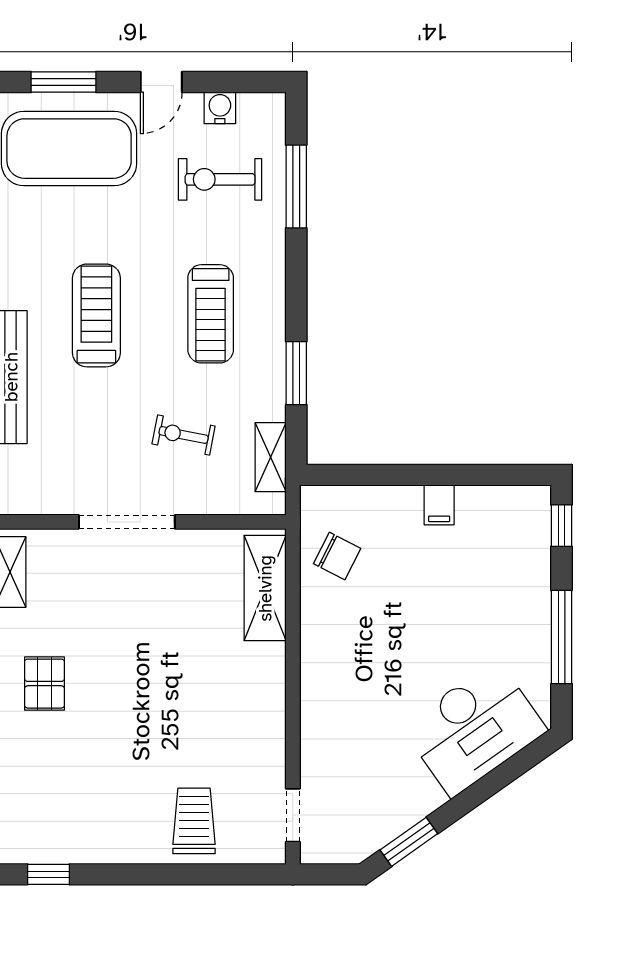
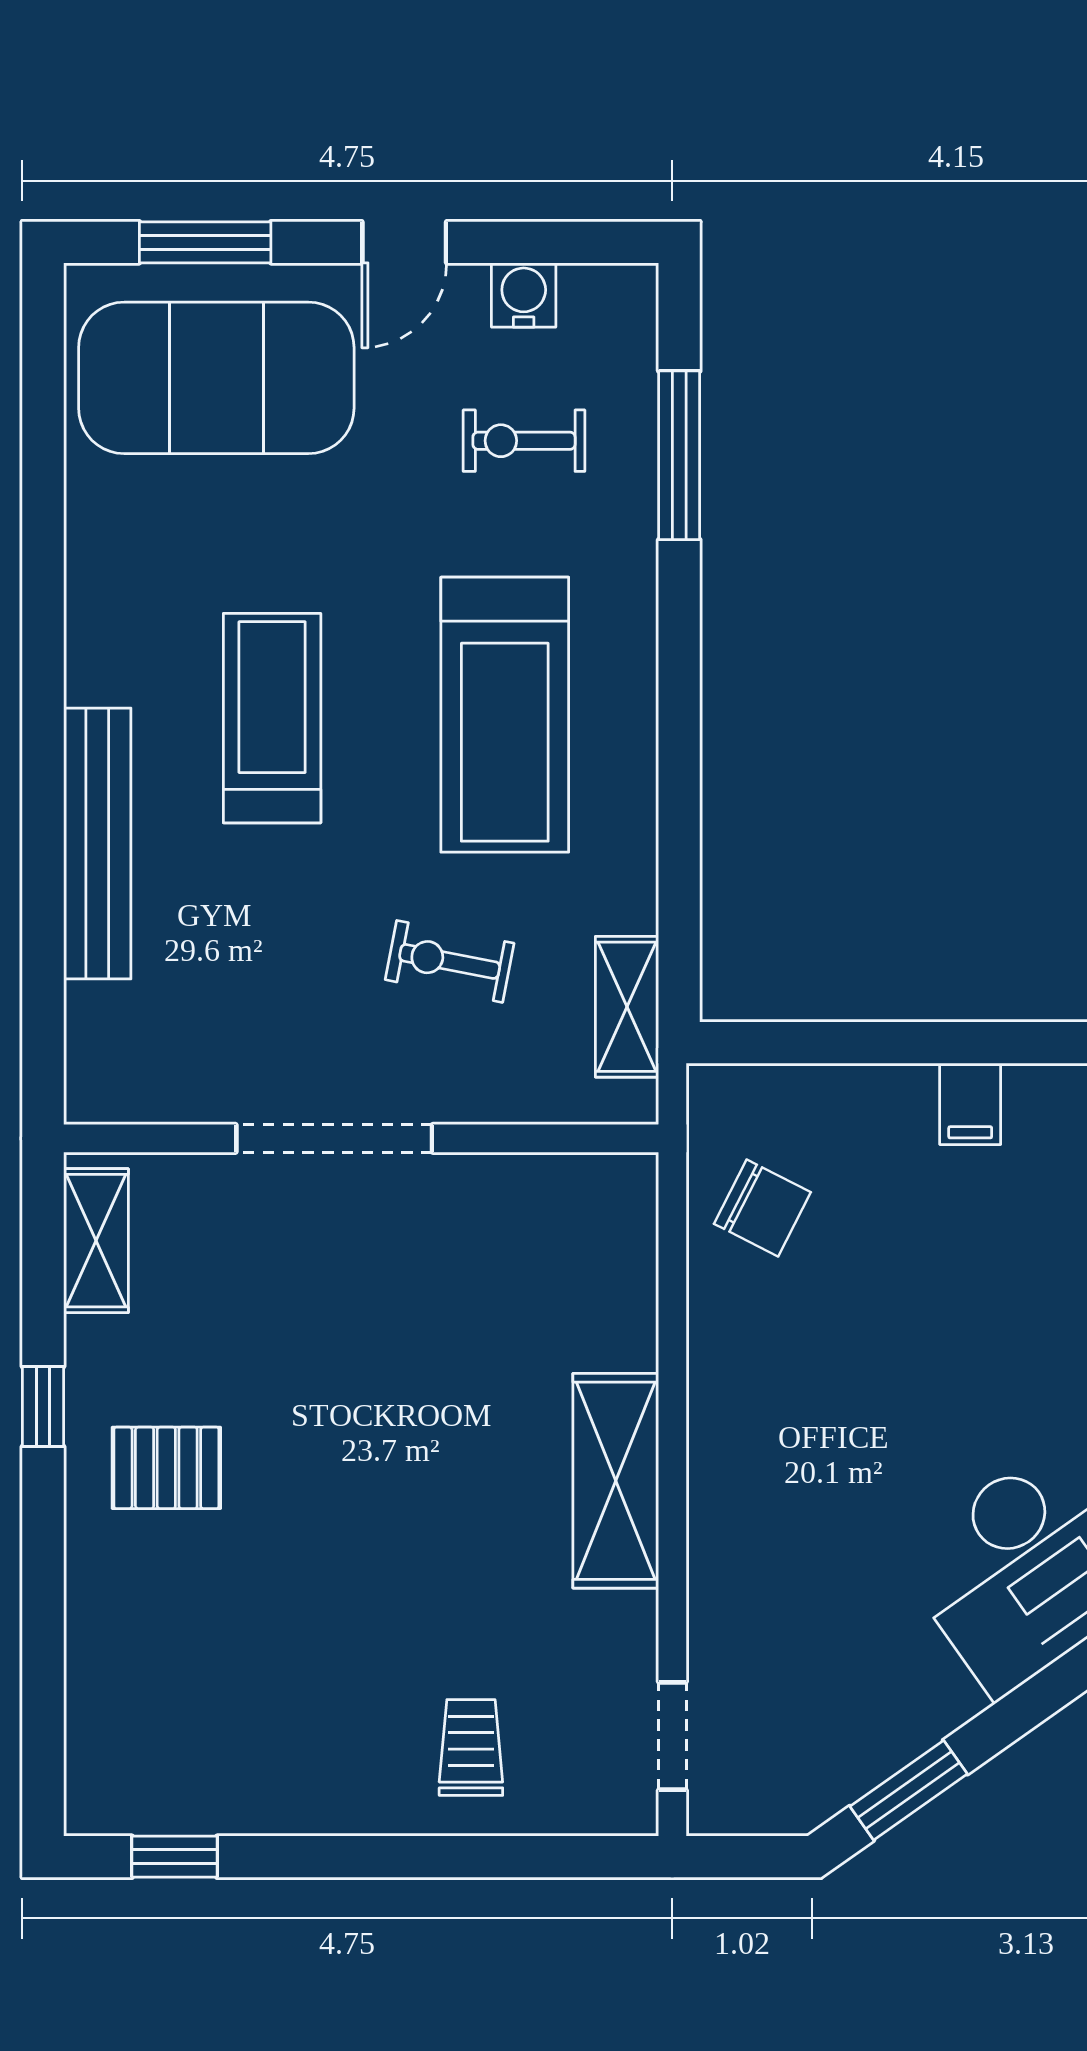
exercise bike: (220, 179) -> (524, 441), width x0.73, depth x0.72
treadmill: (211, 314) -> (505, 715), width x1.37, depth x1.38
window: (296, 373) -> (679, 835), removed
shelving: (265, 588) -> (616, 1481), moved
pallet: (44, 684) -> (166, 1468), turned 90
trolley: (194, 821) -> (471, 1748), width x0.73, depth x0.72

